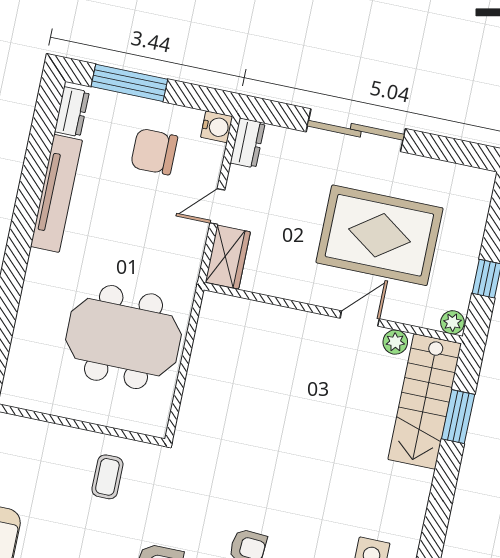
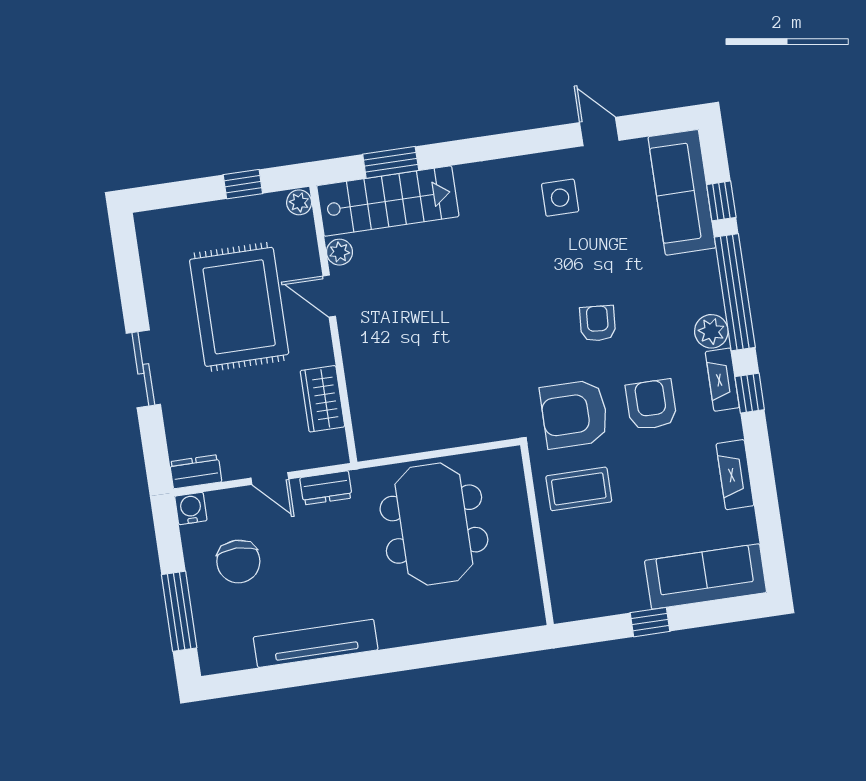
dresser: (72, 112) -> (326, 488), moved, turned 180
sliding door: (356, 130) -> (143, 369), width x0.73
wardrobe: (228, 257) -> (322, 399), moved, turned -90
coffee table: (107, 477) -> (579, 489), width x1.36, depth x1.30
armchair: (175, 497) -> (574, 414), added

